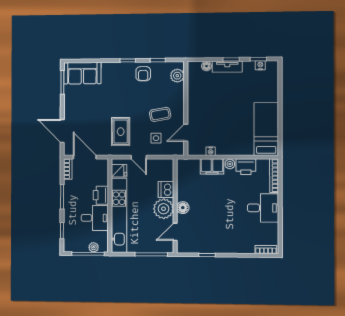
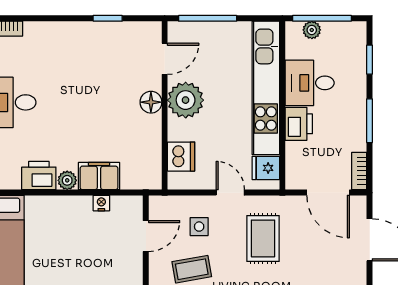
dishwasher: (166, 189) -> (181, 157), moved

